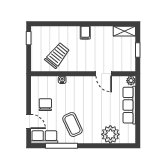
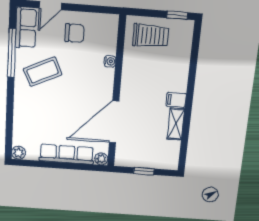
shelving: (124, 31) -> (176, 124), moved
trolley: (57, 55) -> (151, 36), moved, turned -39
door: (104, 74) -> (114, 122), width x1.88
plant: (110, 134) -> (18, 153), moved, width x0.53, depth x0.53

